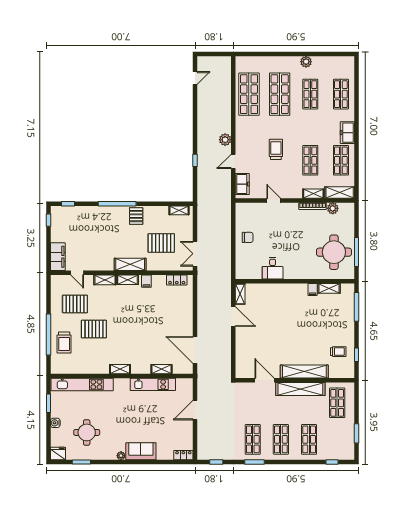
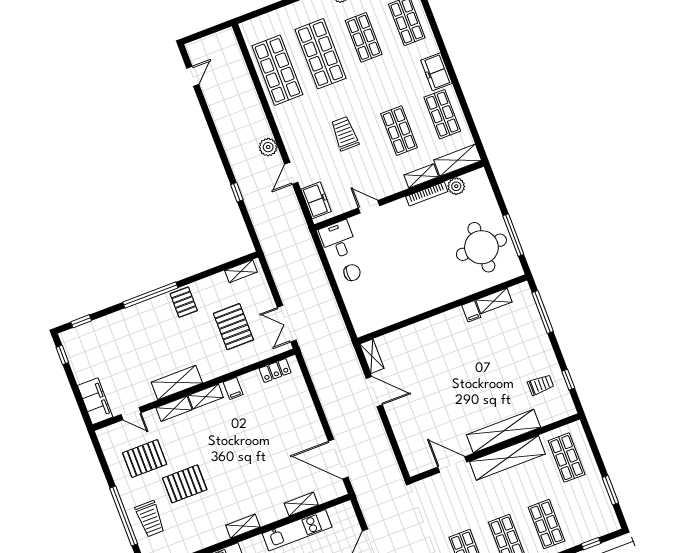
pallet: (161, 243) -> (233, 327), turned 90
shelving: (130, 264) -> (177, 383), moved
desk: (273, 268) -> (338, 240), moved, turned 180

